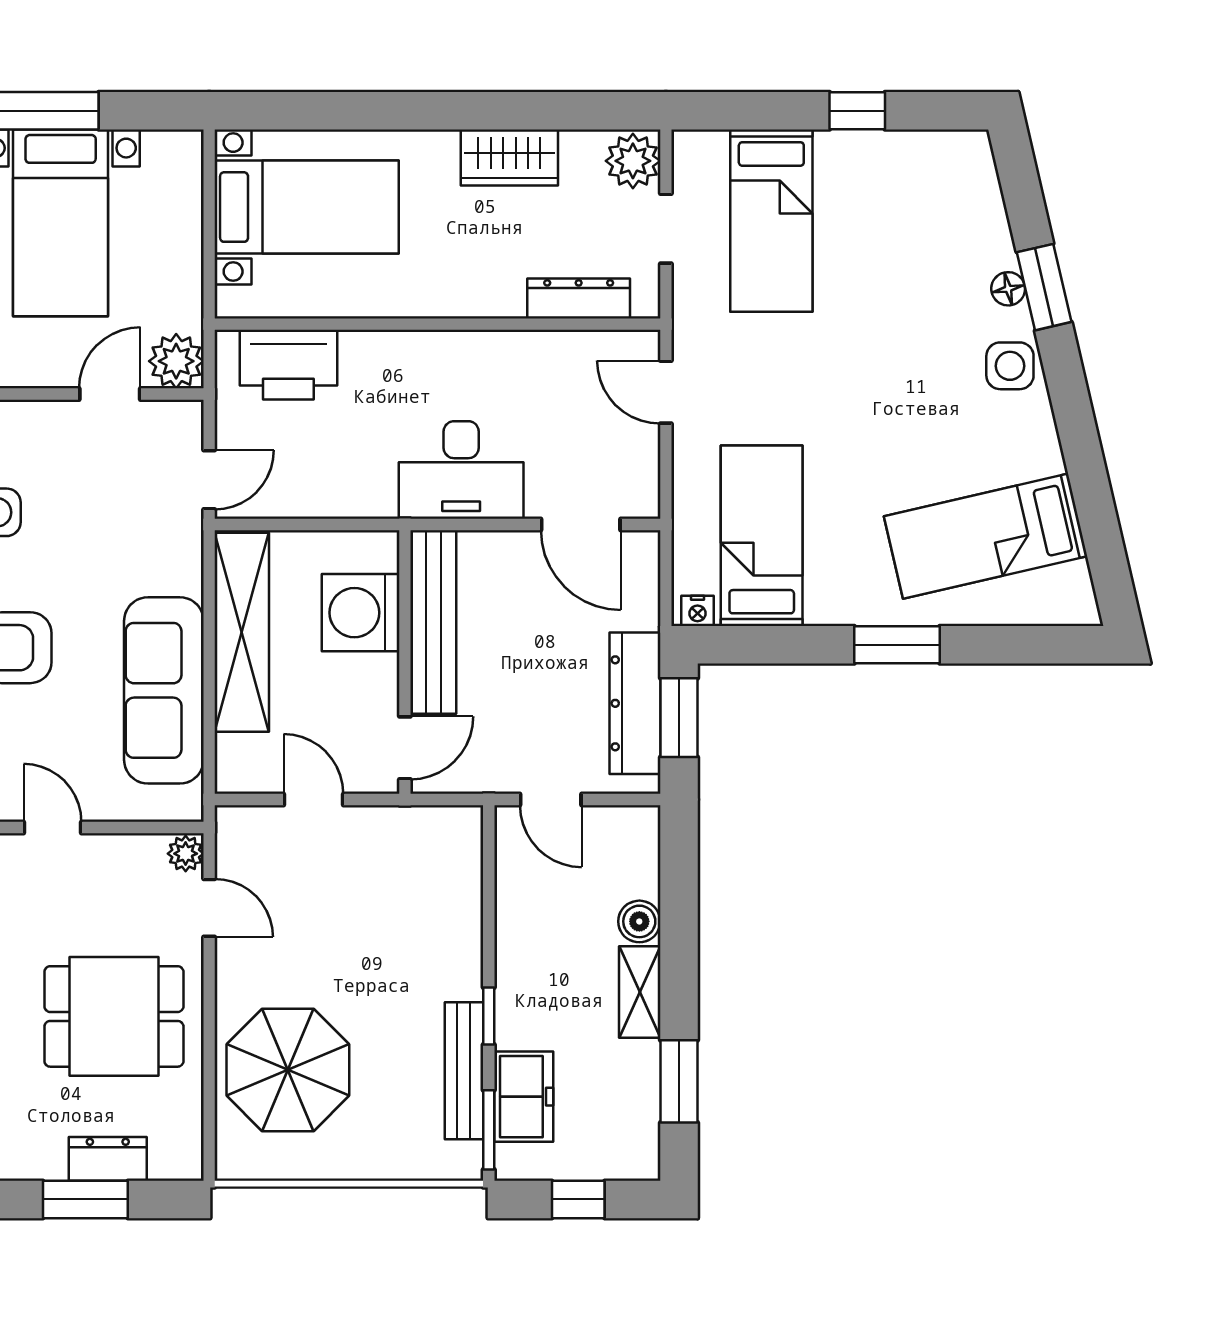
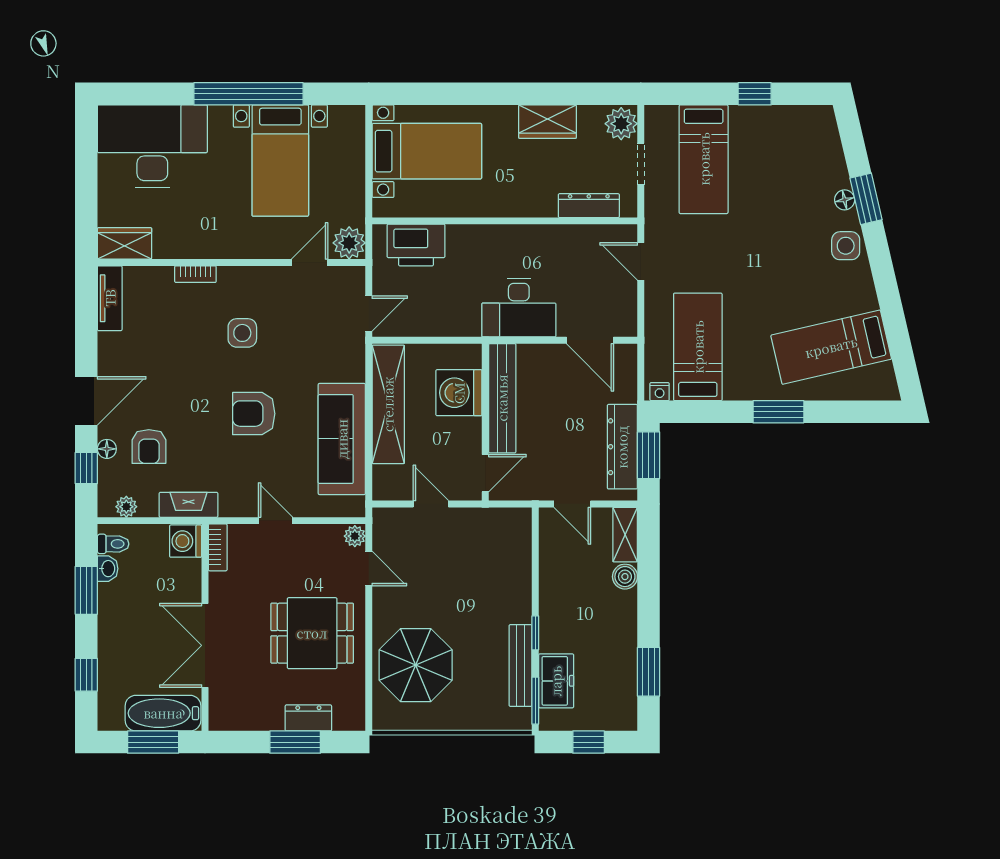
shelving: (640, 992) -> (625, 535), moved

